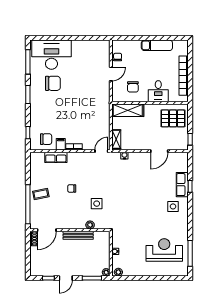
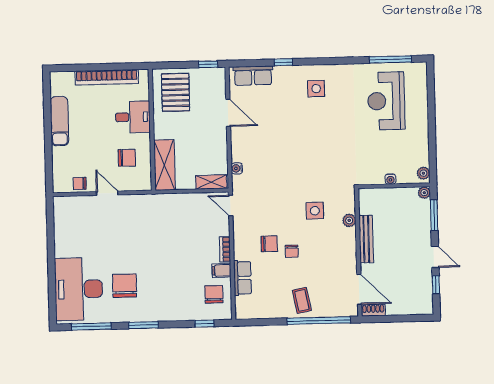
chair: (77, 175) -> (269, 244), added
row of seats: (182, 185) -> (253, 76), moved

